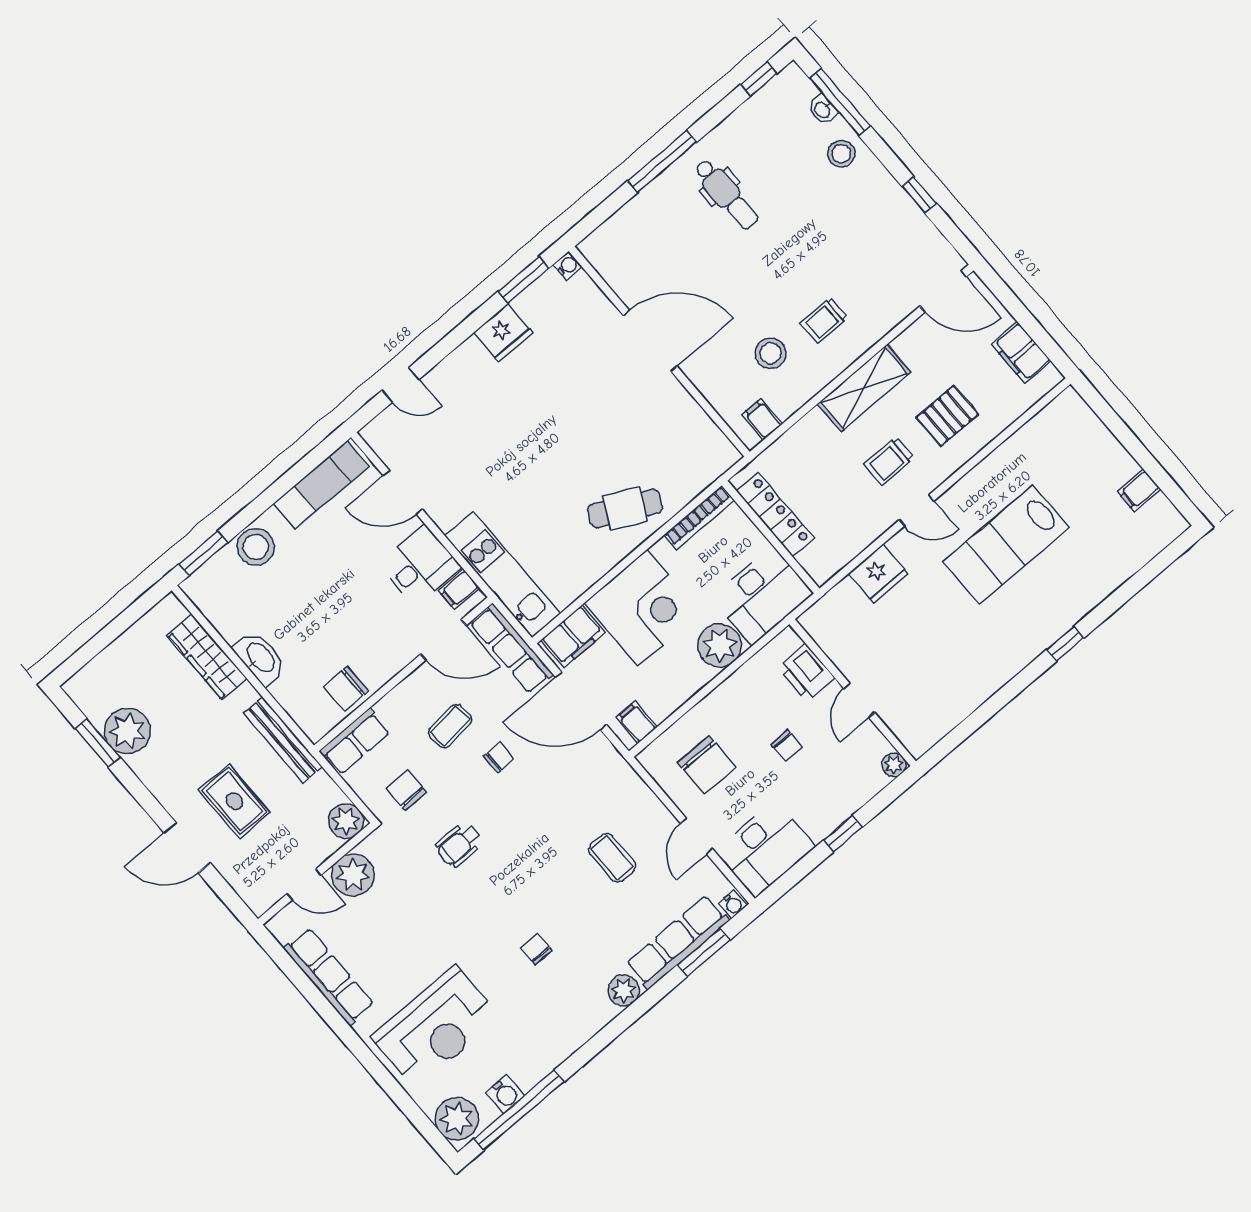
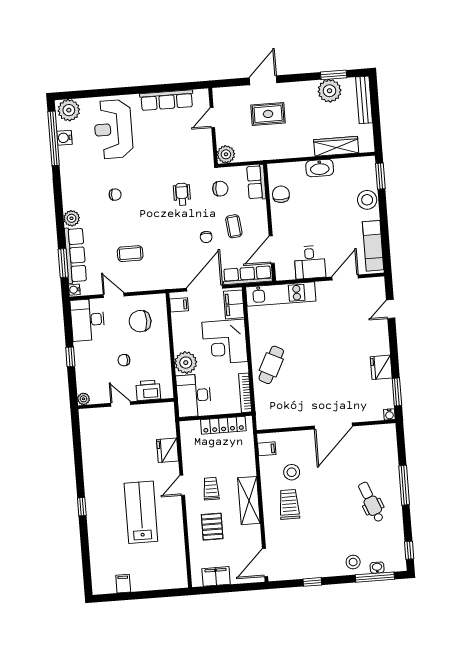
dental chair: (726, 194) -> (371, 502), turned 69
trolley: (824, 320) -> (289, 504), width x1.36, depth x1.39
filing cabinet: (459, 589) -> (288, 271), removed
bench: (283, 740) -> (364, 100), moved, turned 90
plant: (353, 875) -> (201, 141), removed

